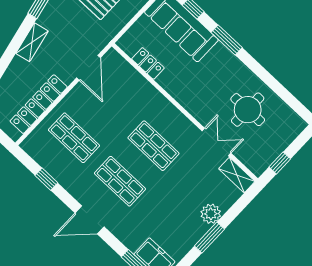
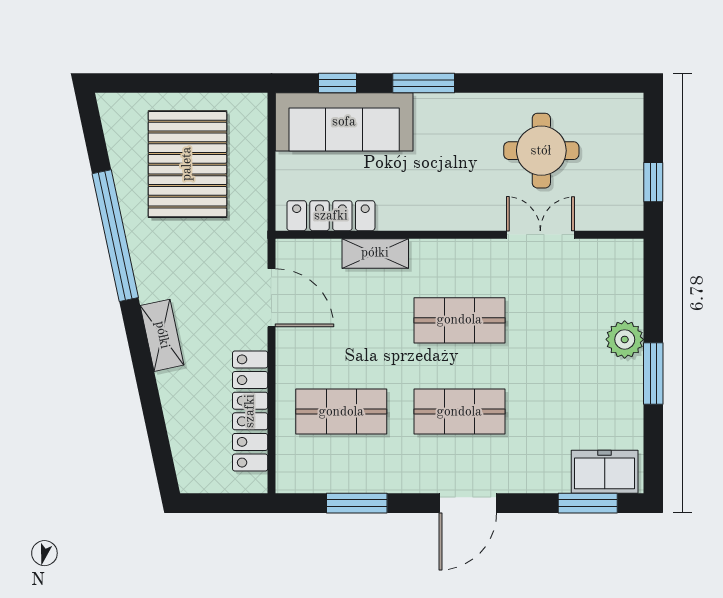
locker: (148, 63) -> (331, 216), width x1.53
shelving: (237, 175) -> (375, 253), moved
window: (46, 179) -> (357, 503), width x1.50

